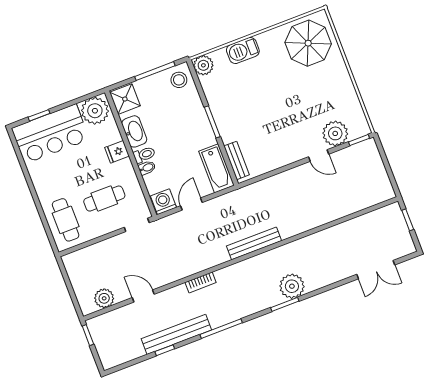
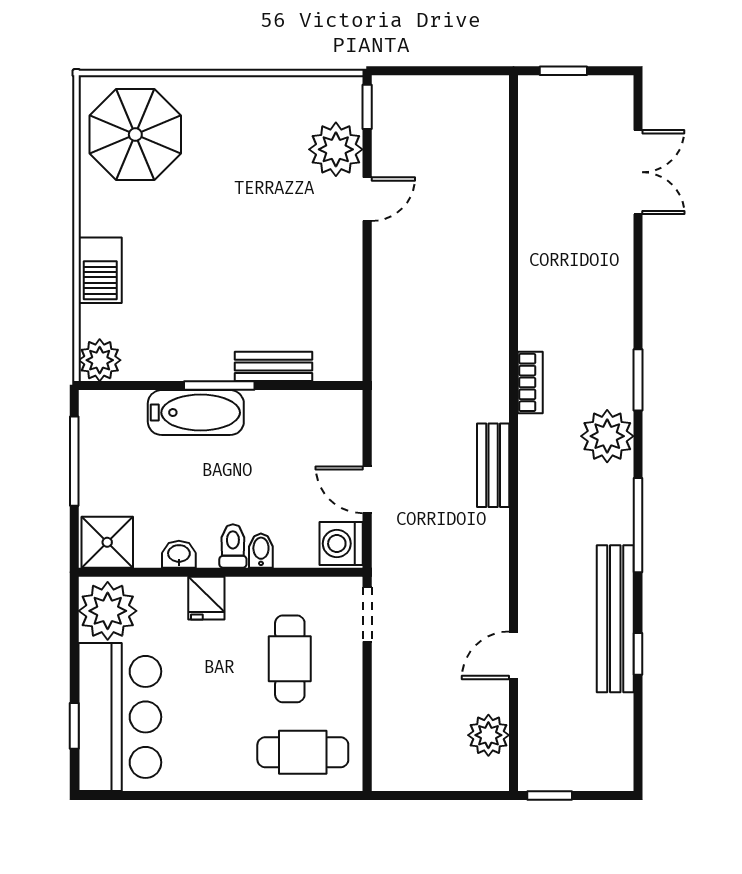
stool: (179, 80) -> (110, 420), removed
washbasin: (134, 131) -> (179, 554), width x0.52, depth x0.69
bench: (237, 160) -> (273, 366), moved
bathtub: (216, 168) -> (196, 413), moved
bench: (254, 243) -> (493, 465), moved, width x0.73
bookcase: (201, 282) -> (530, 382), moved
plant: (292, 286) -> (607, 436), moved

